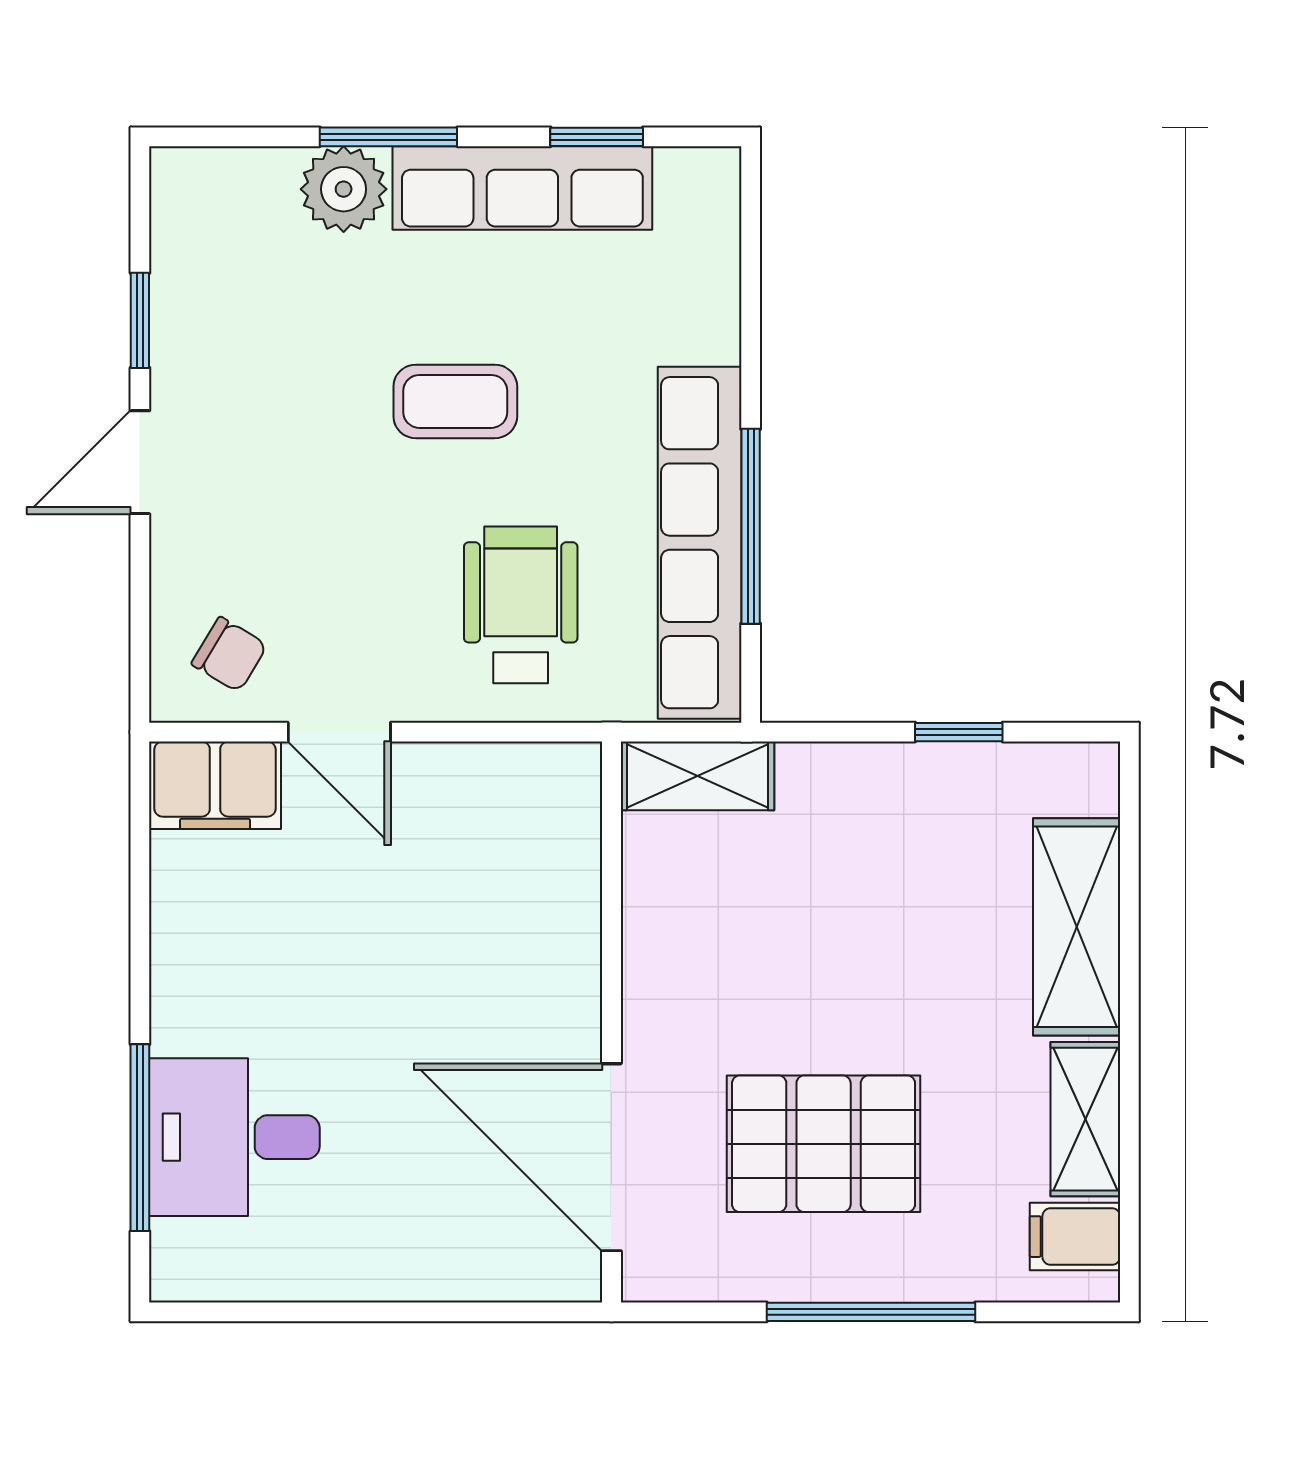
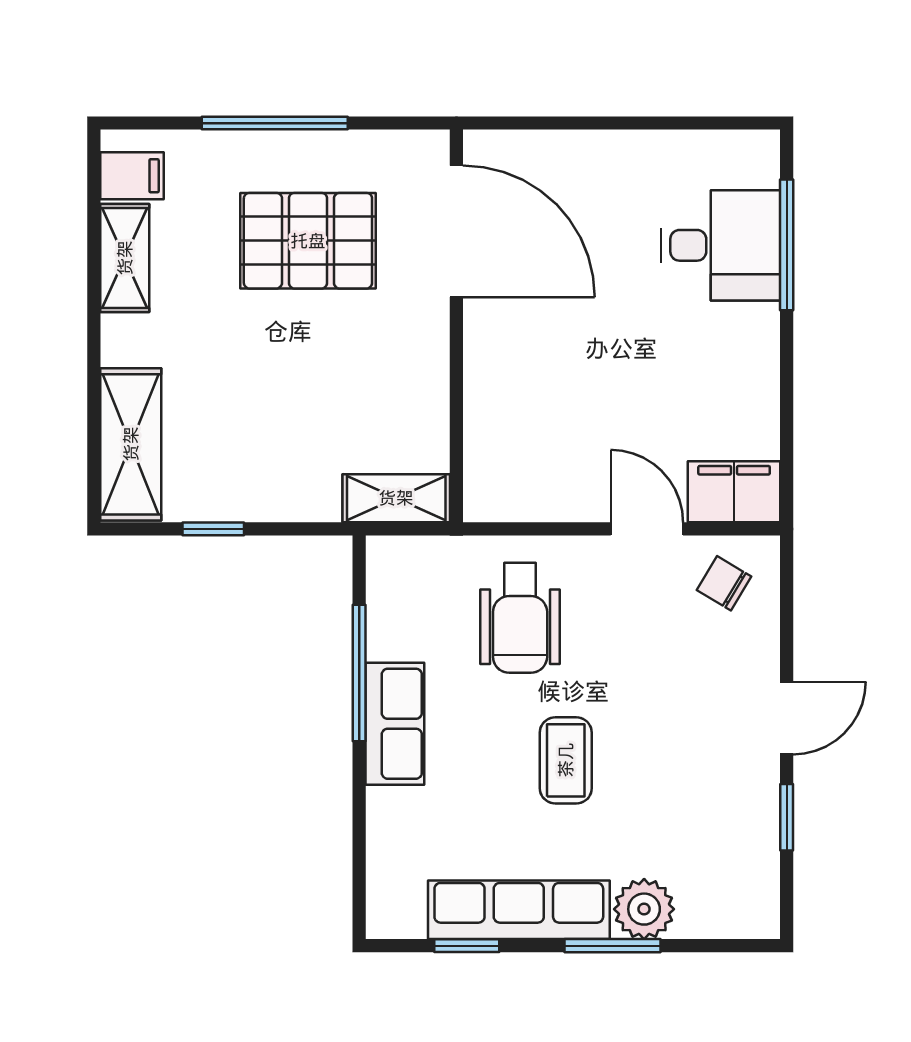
coffee table: (455, 401) -> (566, 760), turned 90
row of seats: (700, 543) -> (395, 724), width x0.50
shelving: (1077, 927) -> (131, 444), moved

